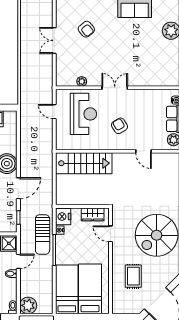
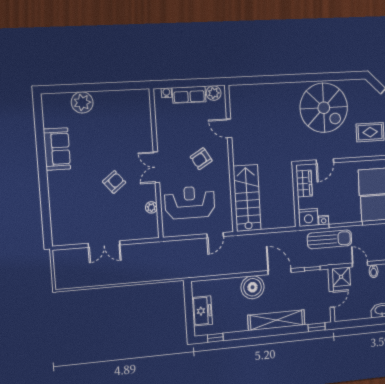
armchair: (86, 29) -> (114, 182), moved
door: (54, 112) -> (215, 235), moved
door: (144, 151) -> (229, 128), swing flipped

